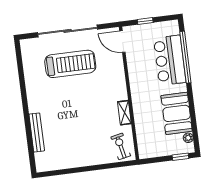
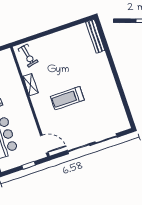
treadmill: (70, 64) -> (67, 98), moved, width x0.73, depth x0.73
bench: (37, 132) -> (95, 36), moved

